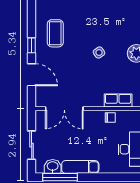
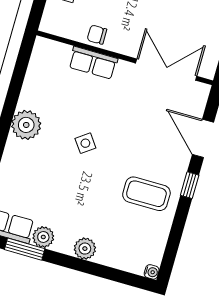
coffee table: (55, 33) -> (146, 194), turned 90
row of seats: (118, 100) -> (93, 63), moved

